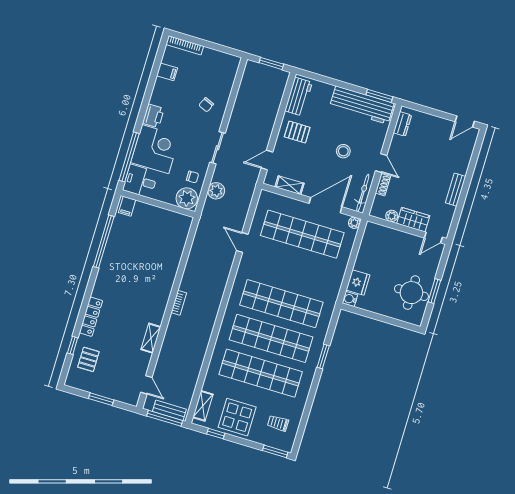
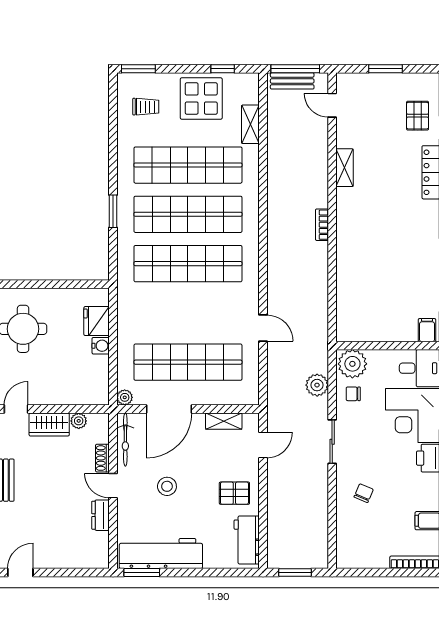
dresser: (402, 124) -> (101, 515), moved
water cooler: (350, 299) -> (101, 346), moved
shelving: (203, 406) -> (250, 124), moved

